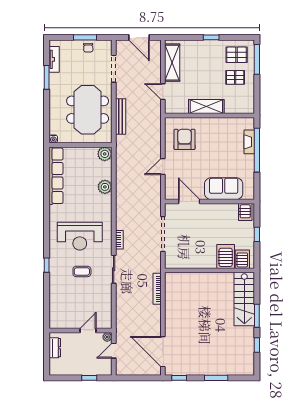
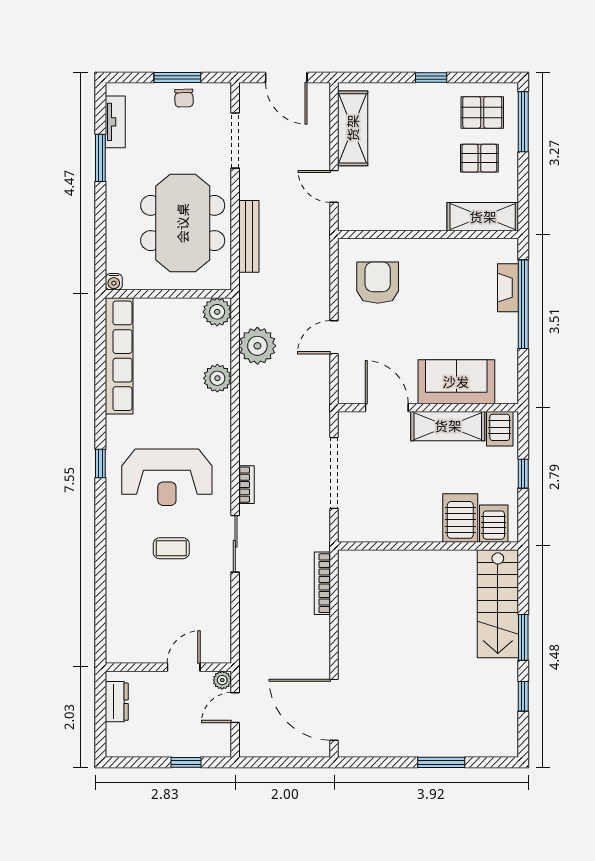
shelving: (206, 107) -> (483, 217), moved
plant: (125, 171) -> (257, 346), added
shelving: (219, 211) -> (448, 426), added
window: (47, 265) -> (100, 464), moved
window: (179, 378) -> (367, 762), removed

